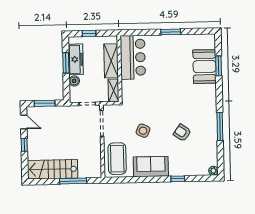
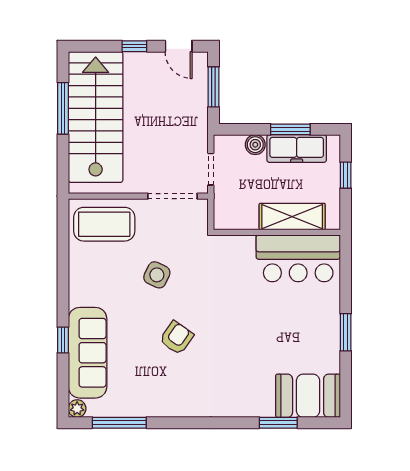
booth: (205, 67) -> (308, 396), moved
shelving: (113, 90) -> (235, 220), removed
door: (24, 122) -> (179, 46), hinge flipped
window: (220, 126) -> (119, 423), moved
armchair: (182, 133) -> (176, 338), moved
sofa: (151, 167) -> (88, 353), moved, width x1.36
stairs: (53, 169) -> (96, 117), width x1.36, depth x1.51
window: (73, 181) -> (63, 108), moved

